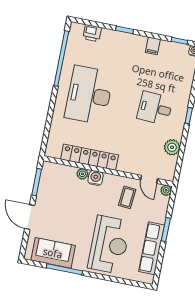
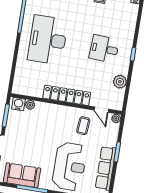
locker: (90, 157) -> (67, 95), moved
plant: (82, 174) -> (30, 105), moved
water cooler: (96, 178) -> (18, 104), moved

